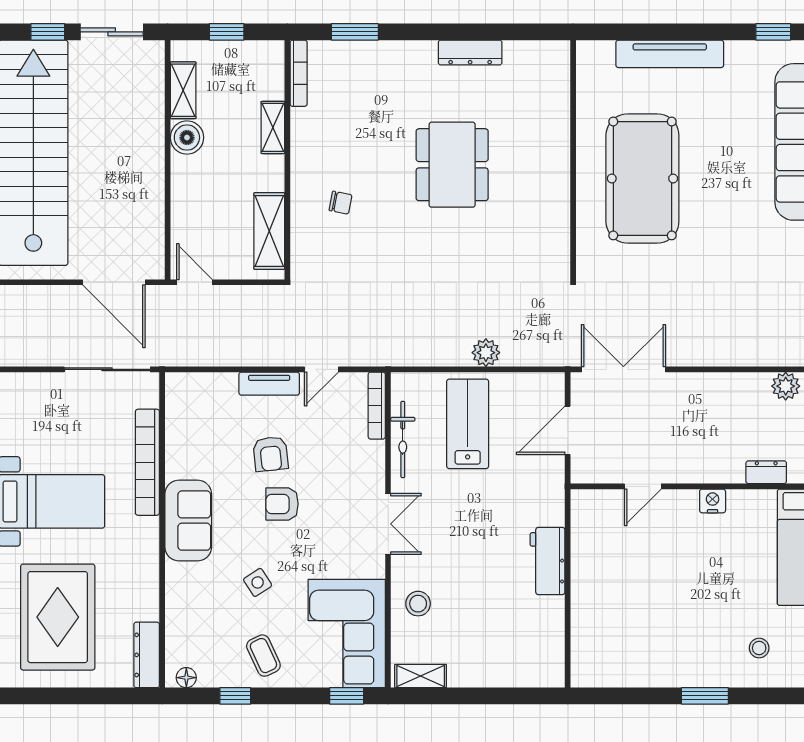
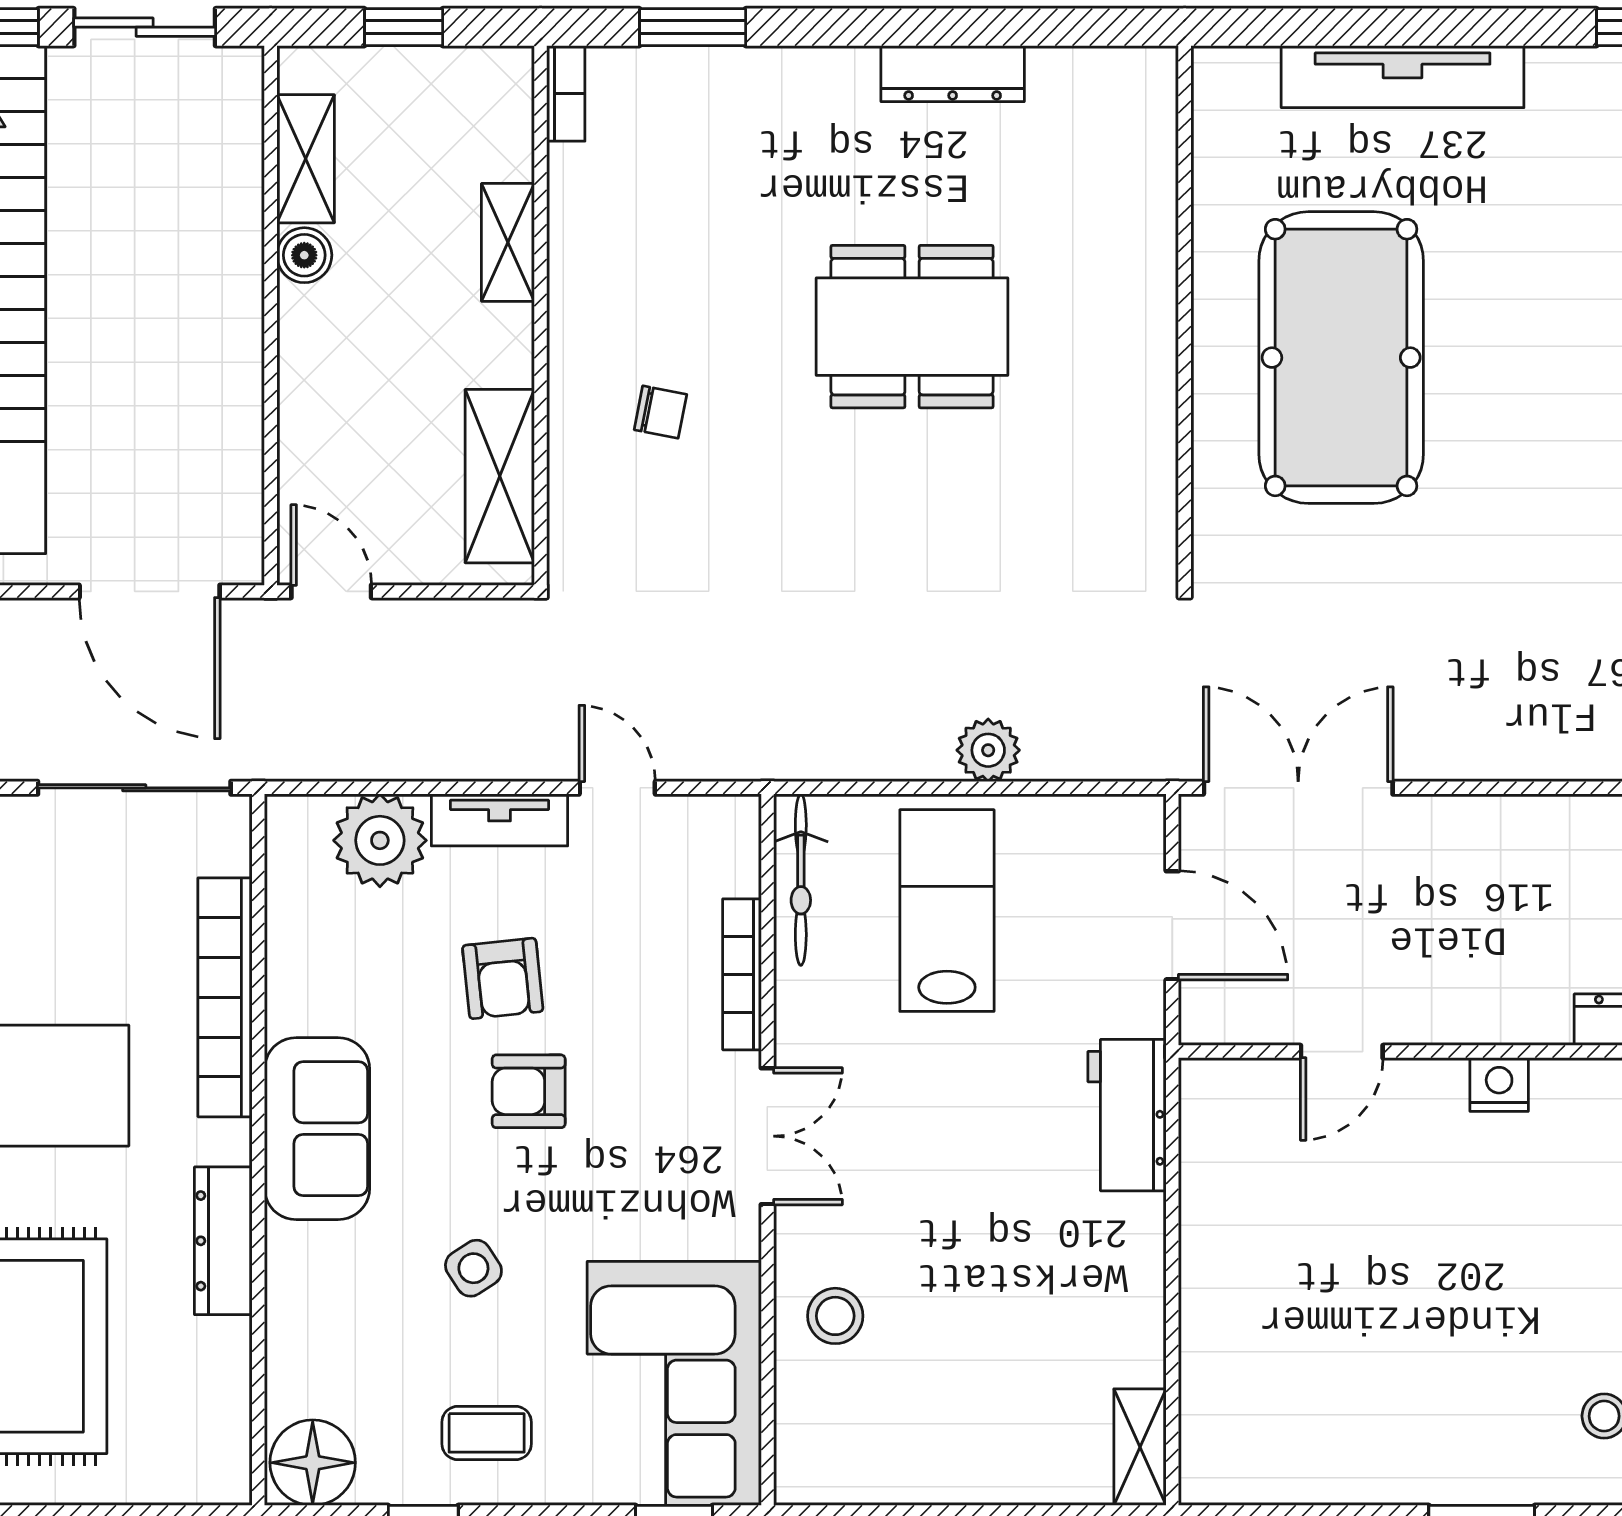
bookcase: (299, 73) -> (566, 93), width x0.64
boiler: (187, 138) -> (304, 255), width x0.73, depth x0.73
dining table: (452, 165) -> (912, 327), turned 90
door: (321, 369) -> (617, 788), swing flipped
plant: (216, 393) -> (380, 840), added
bookcase: (377, 406) -> (742, 974), moved
door: (568, 430) -> (1172, 925), swing flipped
bicycle: (403, 439) -> (801, 880), moved
workbench: (548, 561) -> (1127, 1115), moved
dresser: (147, 655) -> (223, 1241), moved
coffee table: (263, 656) -> (487, 1433), turned -65
shelving: (421, 676) -> (1140, 1447), moved, turned 90
floor lamp: (186, 678) -> (313, 1463), width x1.89, depth x1.89

